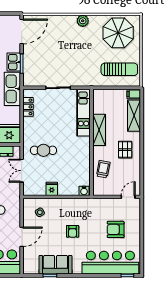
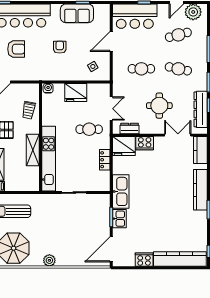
locker: (28, 107) -> (105, 160), moved
kitchen unit: (84, 113) -> (49, 159), width x1.36
fridge: (52, 189) -> (76, 93), width x1.88, depth x1.34

